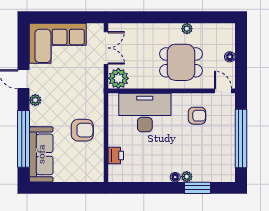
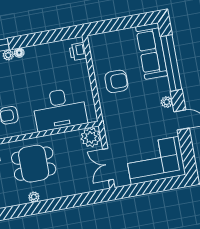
armchair: (82, 130) -> (116, 81), turned 180
printer: (116, 155) -> (78, 52), moved

